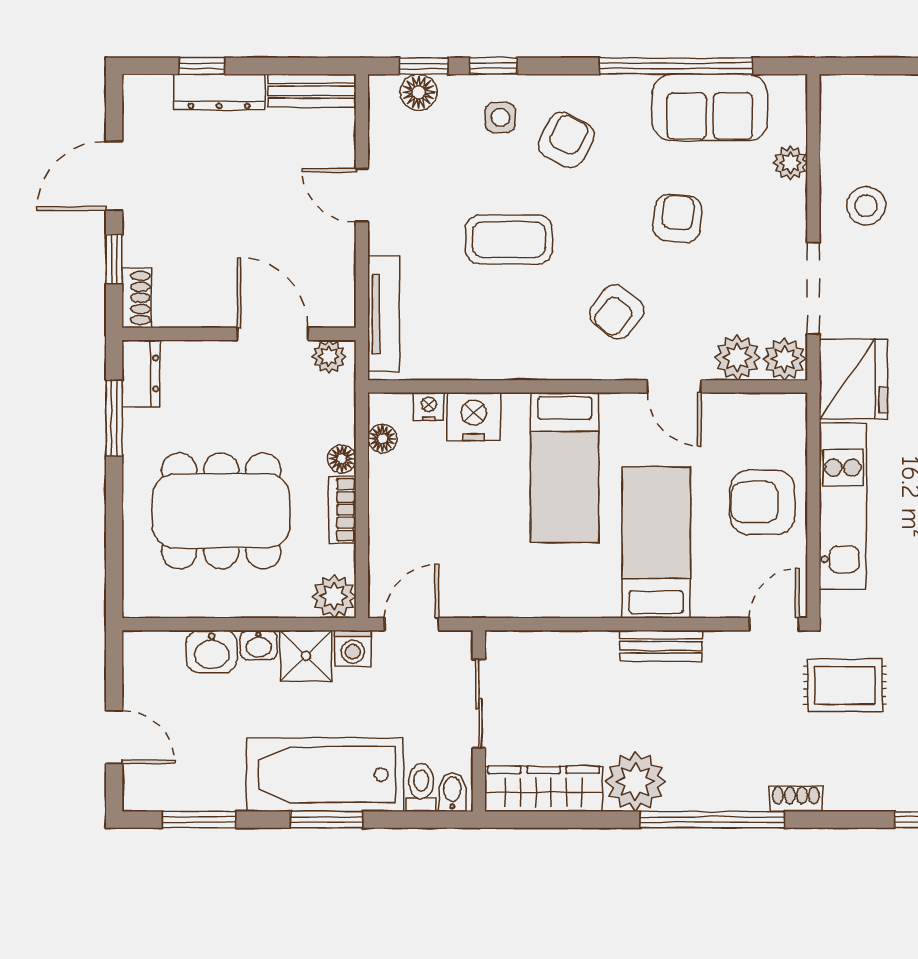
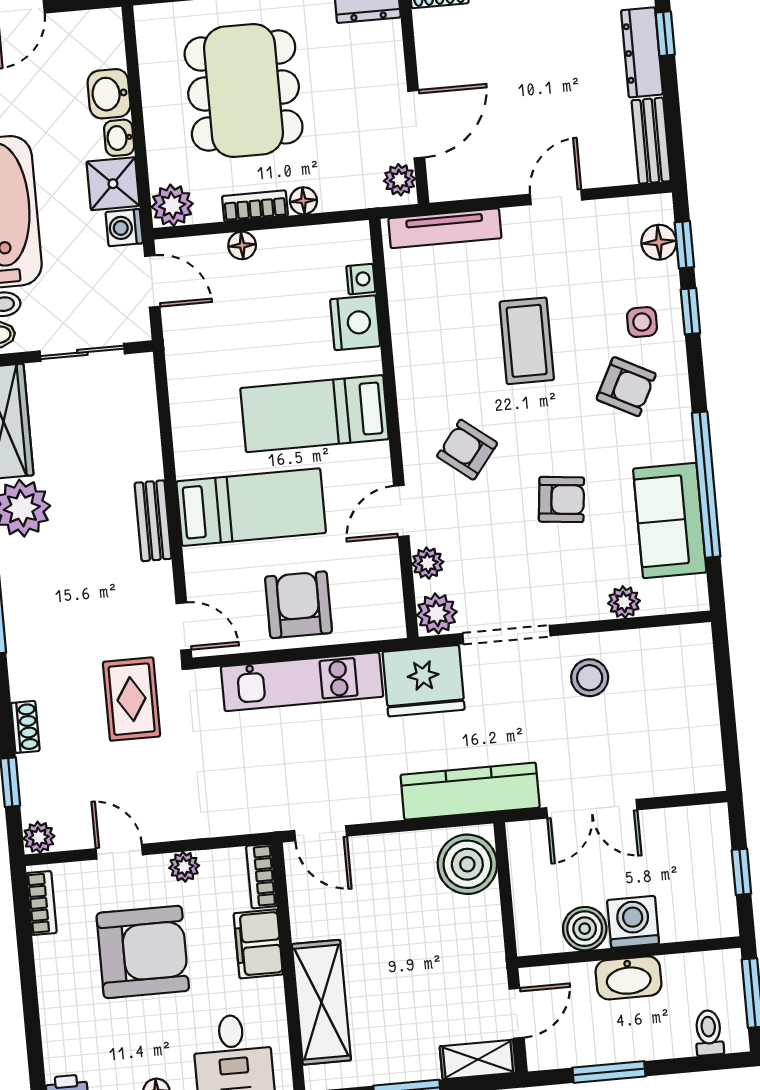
plant: (737, 358) -> (428, 563), width x0.73, depth x0.73
floor lamp: (382, 439) -> (242, 245), moved
shoe rack: (796, 799) -> (25, 727), moved

